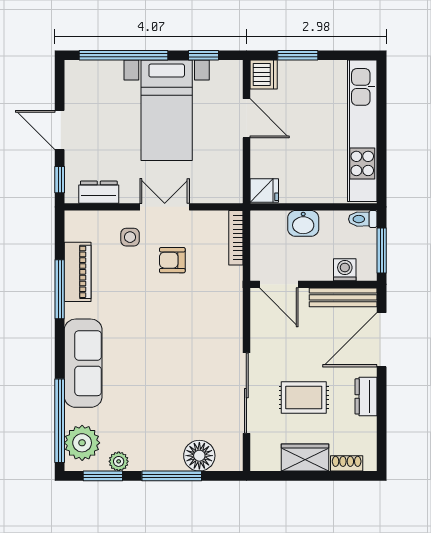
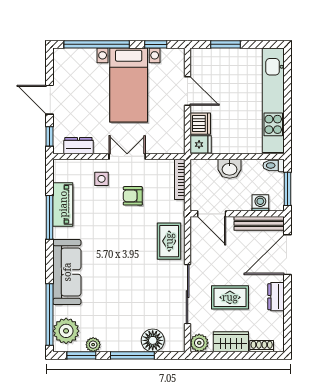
dishwasher: (264, 75) -> (200, 124), moved
rug: (221, 321) -> (169, 241), added
plant: (262, 459) -> (199, 343), added

